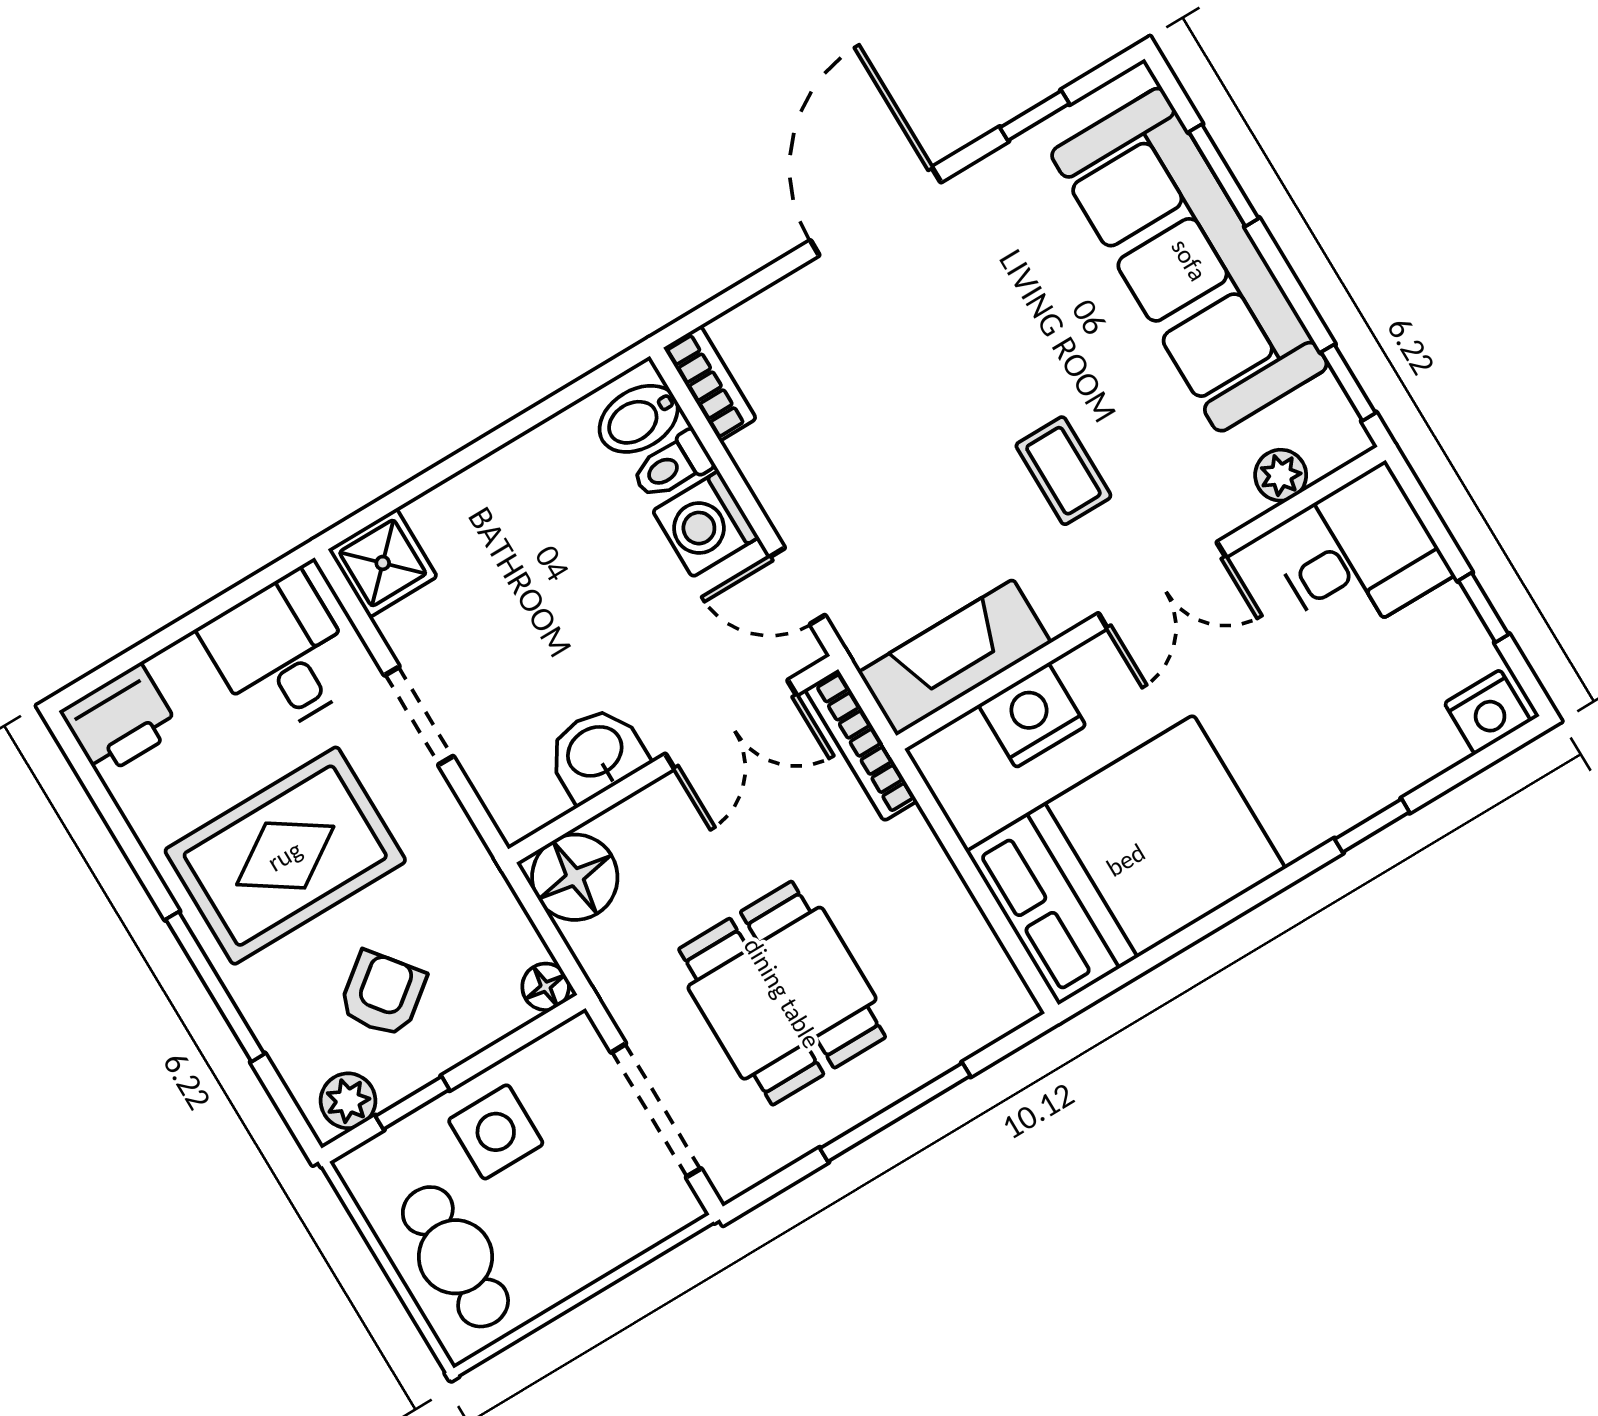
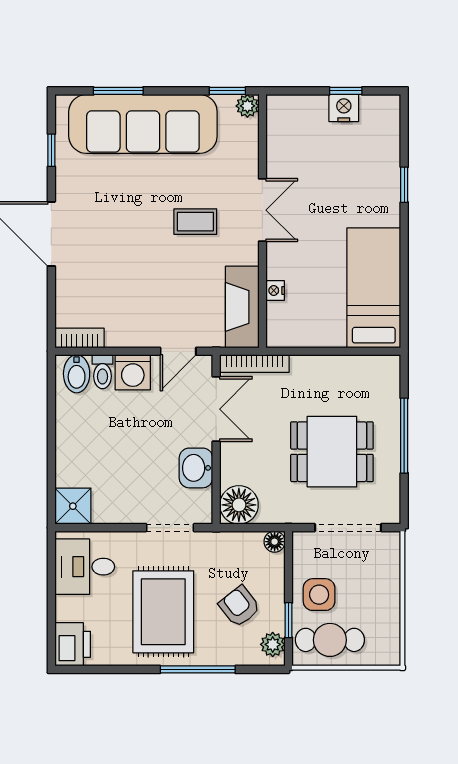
plant: (1281, 475) -> (247, 106), moved
desk: (1358, 555) -> (296, 127), removed
nightstand: (1488, 712) -> (344, 108), moved, turned -90
nightstand: (1032, 715) -> (275, 291), width x0.53, depth x0.56
doorway: (419, 716) -> (170, 528), moved
bed: (1126, 860) -> (374, 288), width x0.67
cafe table: (455, 1257) -> (330, 640), moved

